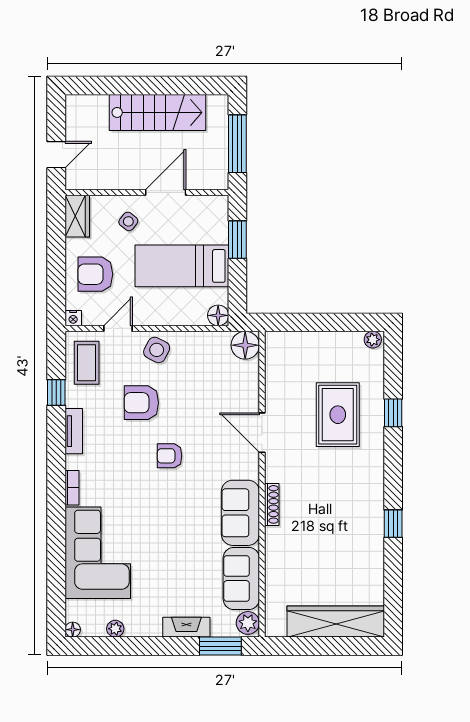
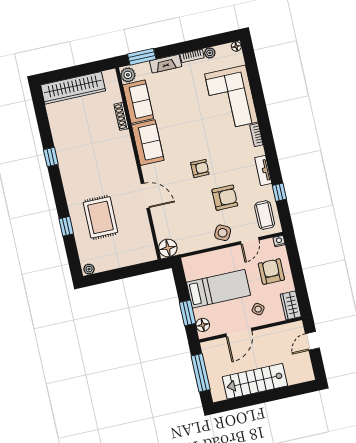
armchair: (95, 274) -> (271, 272), turned -90
floor lamp: (218, 315) -> (203, 325), moved
shoe rack: (272, 504) -> (121, 116), moved
bookcase: (143, 630) -> (192, 56), added

